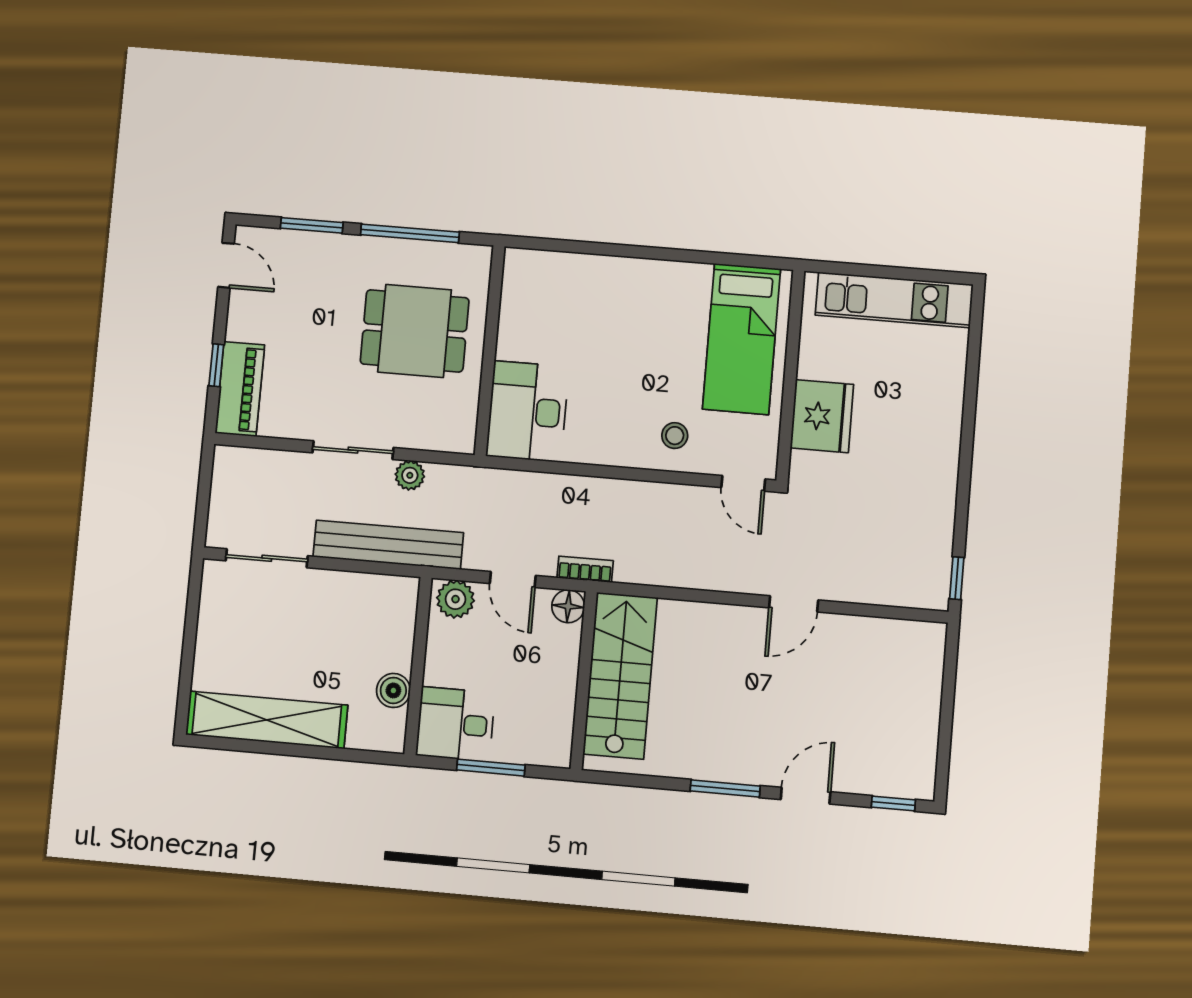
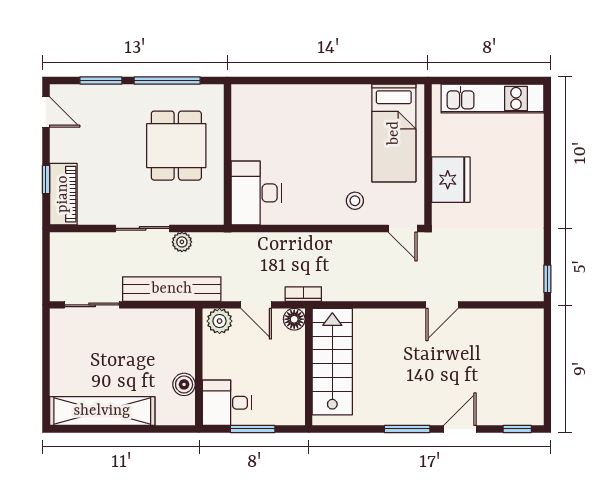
dining table: (415, 331) -> (176, 146), turned 90

